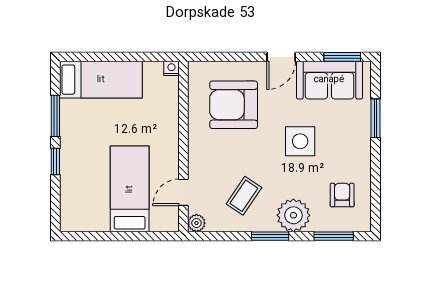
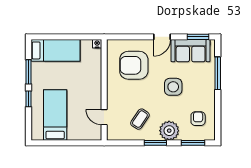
window: (376, 118) -> (218, 73), width x1.44
bed: (130, 189) -> (55, 115), moved
door: (183, 192) -> (104, 117), hinge flipped
plant: (196, 223) -> (112, 135), removed

